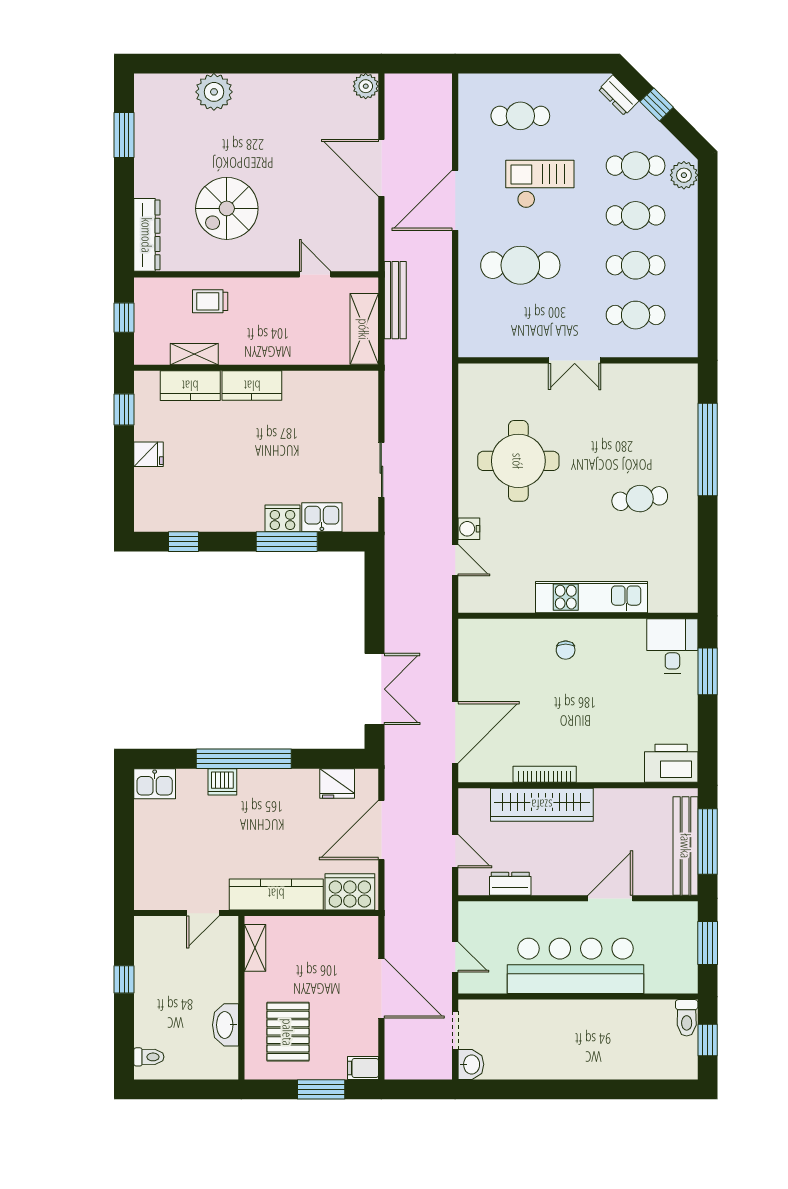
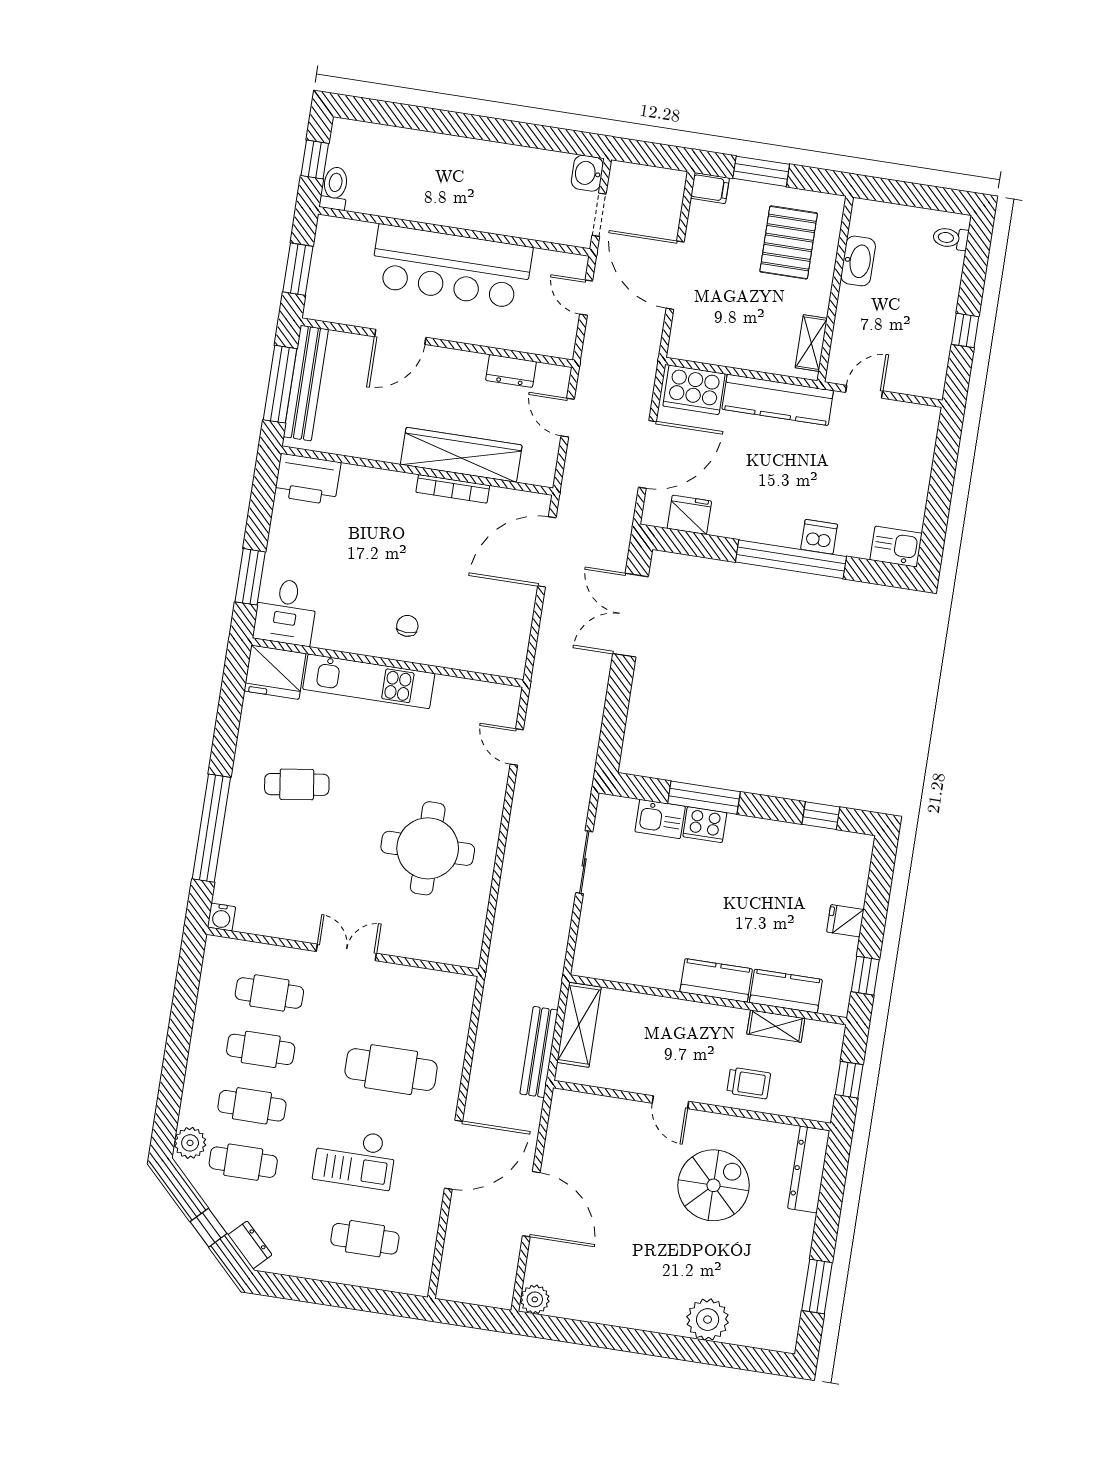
door: (315, 274) -> (670, 1102), moved
water cooler: (469, 529) -> (222, 917), moved, turned 90
fridge: (673, 592) -> (275, 672), added

